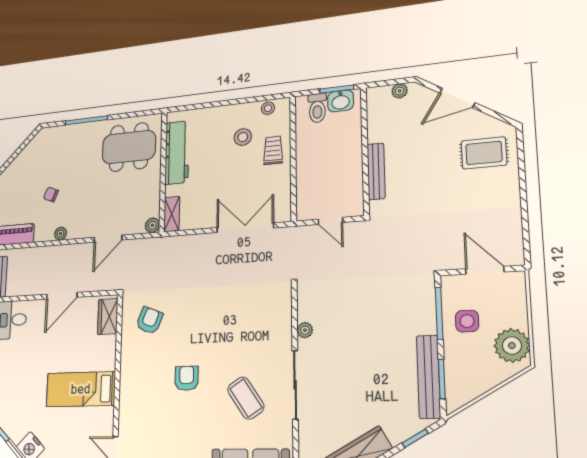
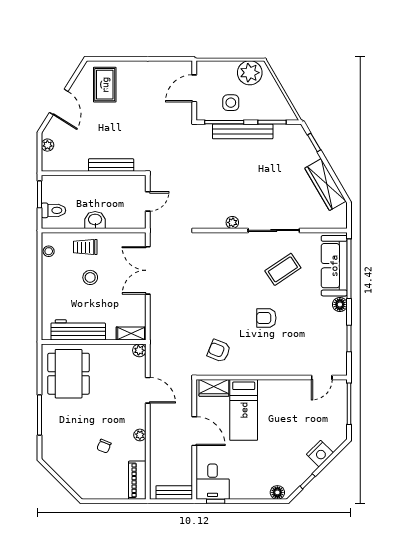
washbasin: (341, 101) -> (95, 220), moved, turned -90
stool: (243, 137) -> (90, 277), moved
bench: (428, 377) -> (243, 131), moved
bed: (81, 389) -> (244, 410), moved

